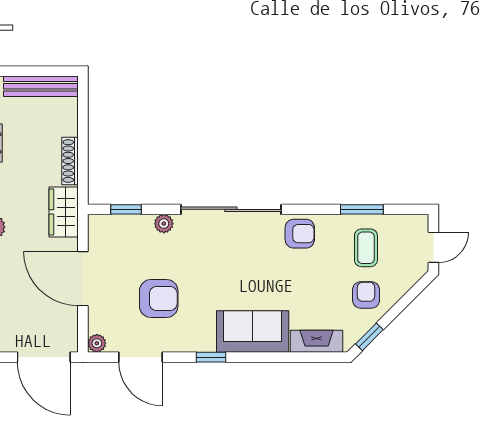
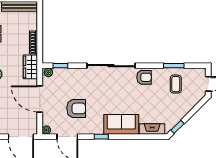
plant: (164, 224) -> (48, 72), moved
armchair: (366, 295) -> (176, 107), removed

